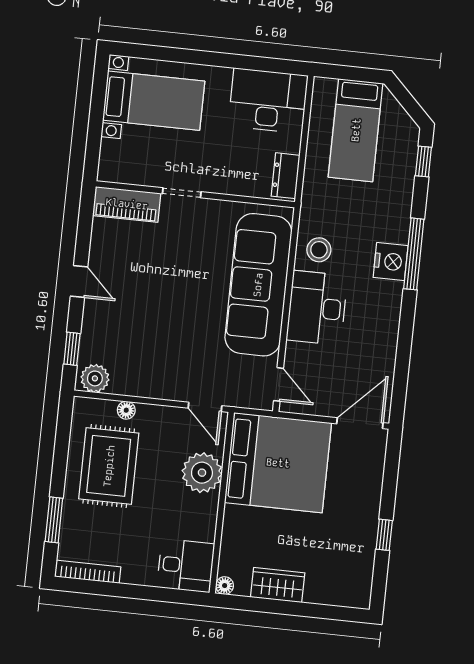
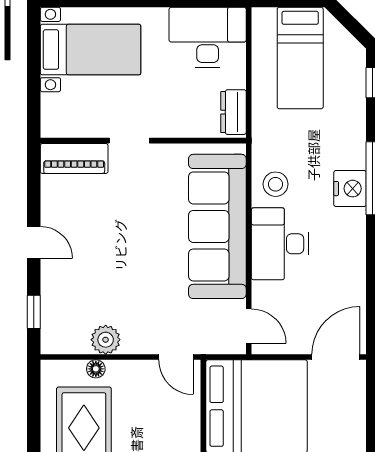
plant: (95, 378) -> (106, 340), moved
plant: (202, 473) -> (180, 425), removed

